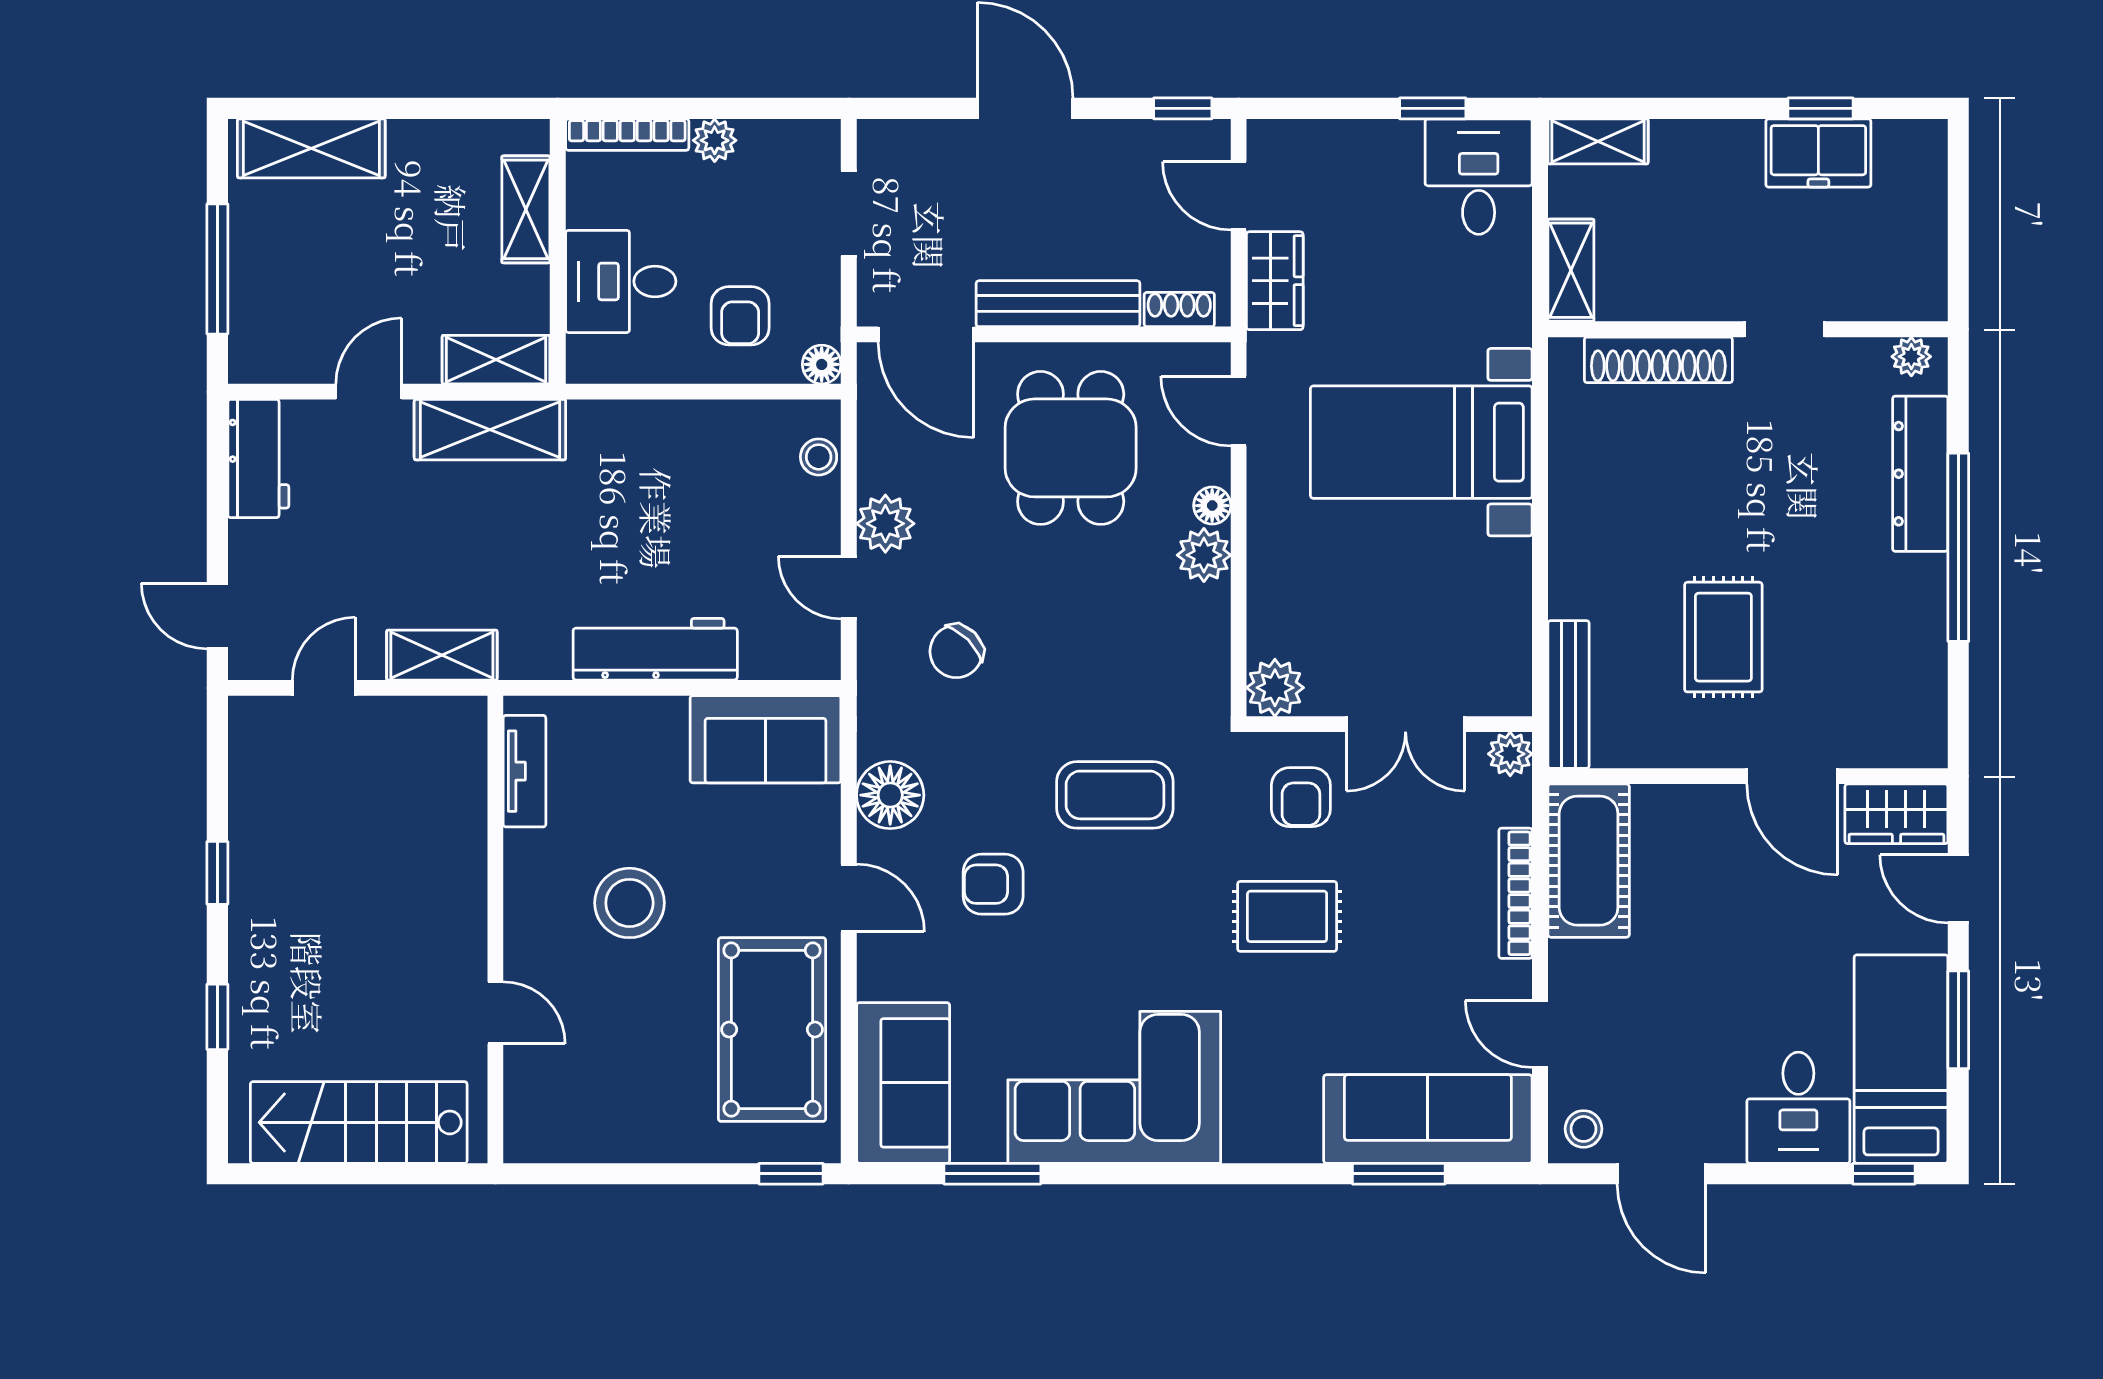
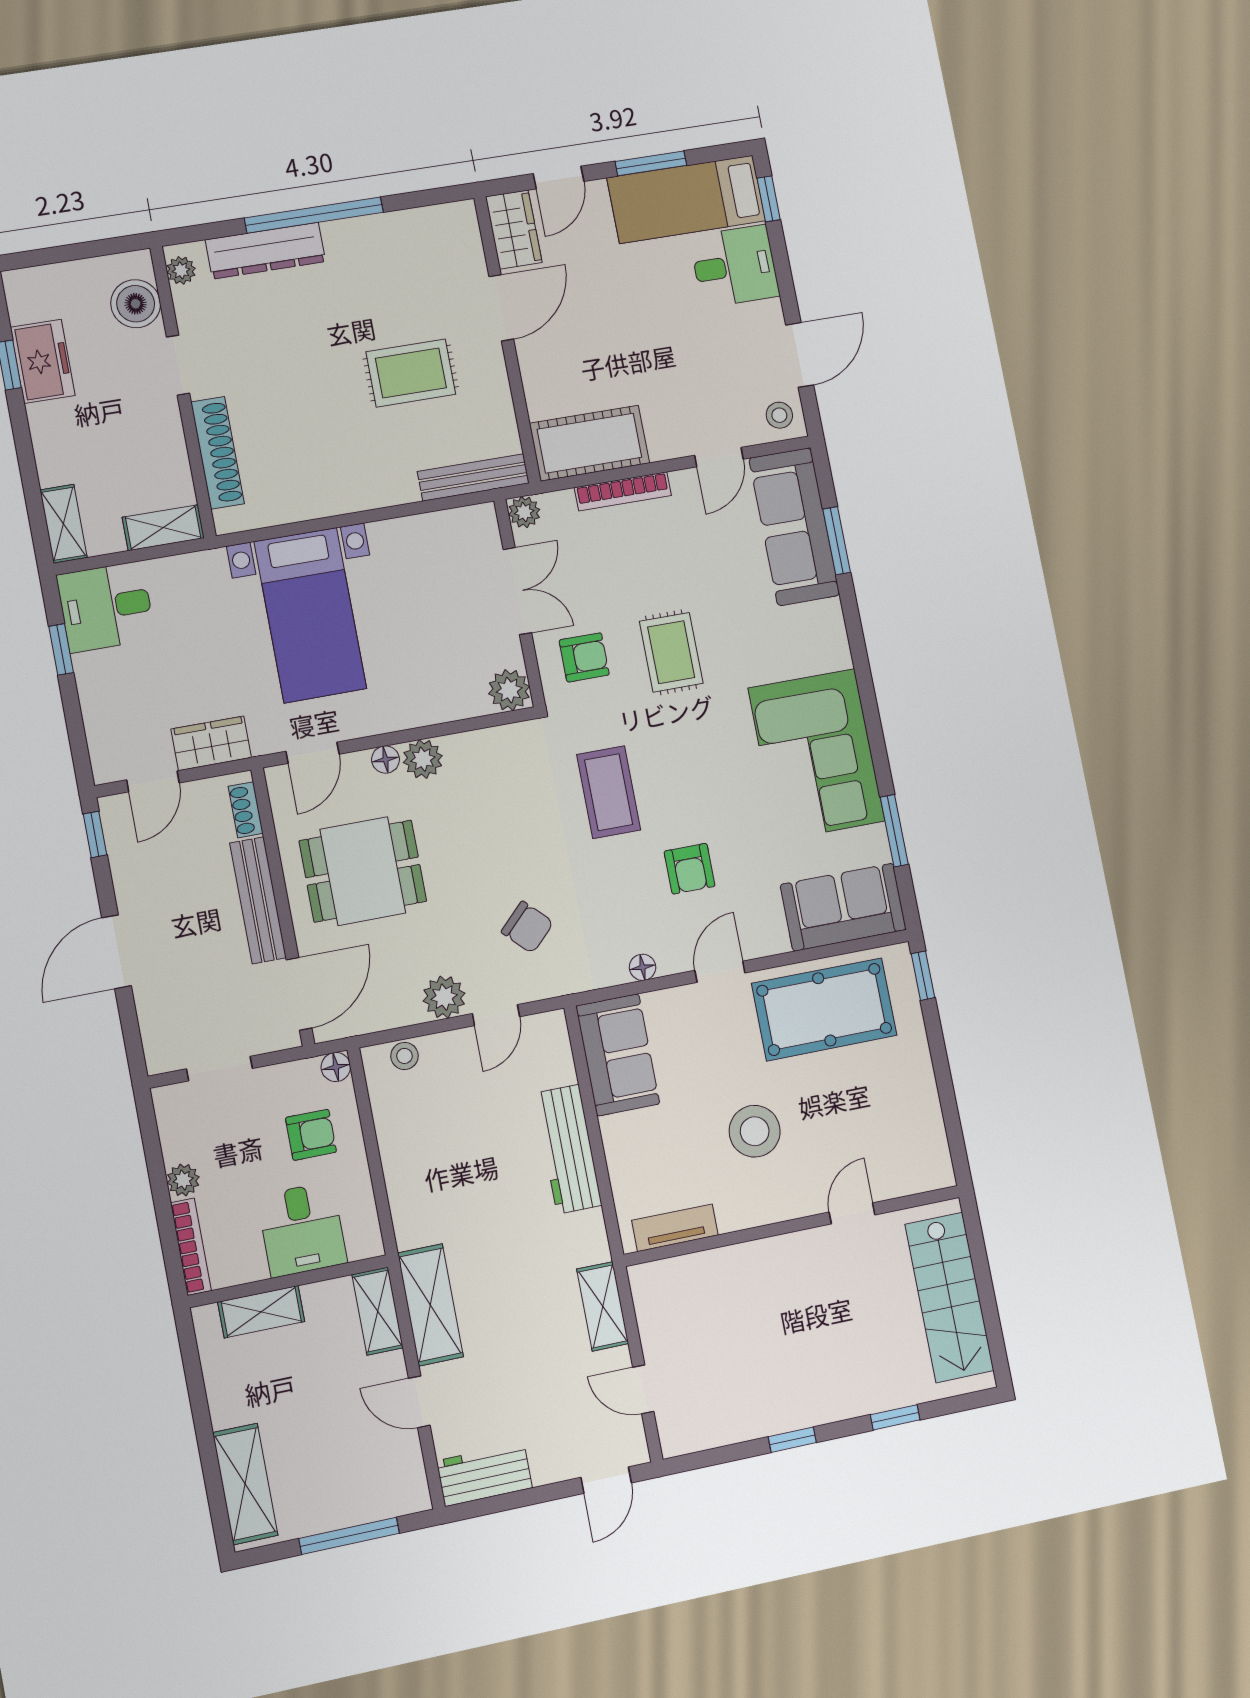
boiler: (1876, 288) -> (136, 304), added
floor lamp: (890, 795) -> (643, 967), width x0.53, depth x0.53

